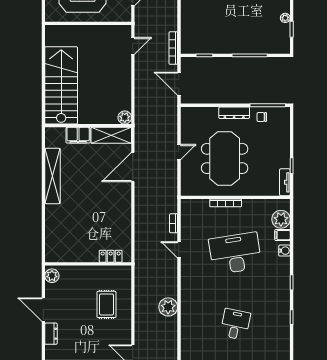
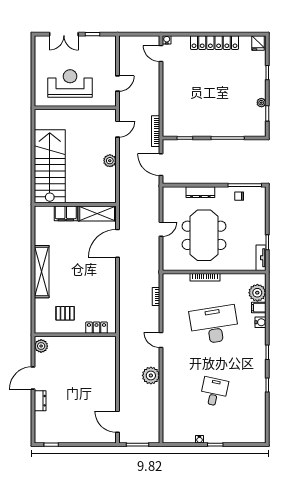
dresser: (234, 113) -> (200, 192), moved
plant: (125, 117) -> (110, 161), moved
shelving: (52, 176) -> (42, 272), moved
pallet: (77, 241) -> (65, 313), added
door: (179, 250) -> (161, 340), moved
rug: (106, 304) -> (93, 373), removed
door: (43, 310) -> (33, 378), hinge flipped

